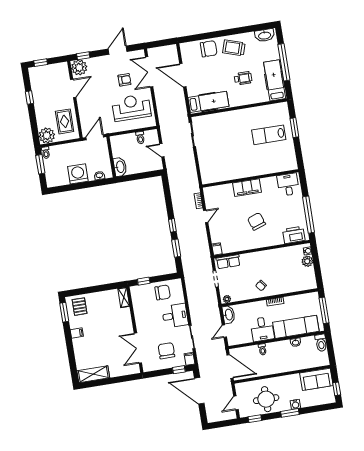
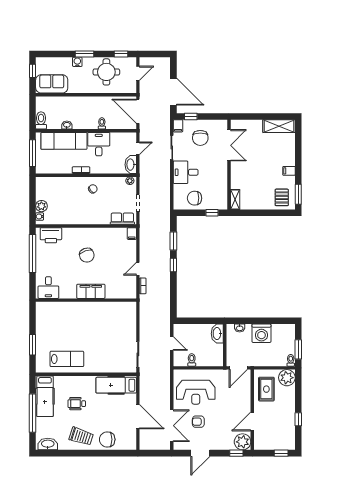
lab bench: (269, 135) -> (67, 359), moved

